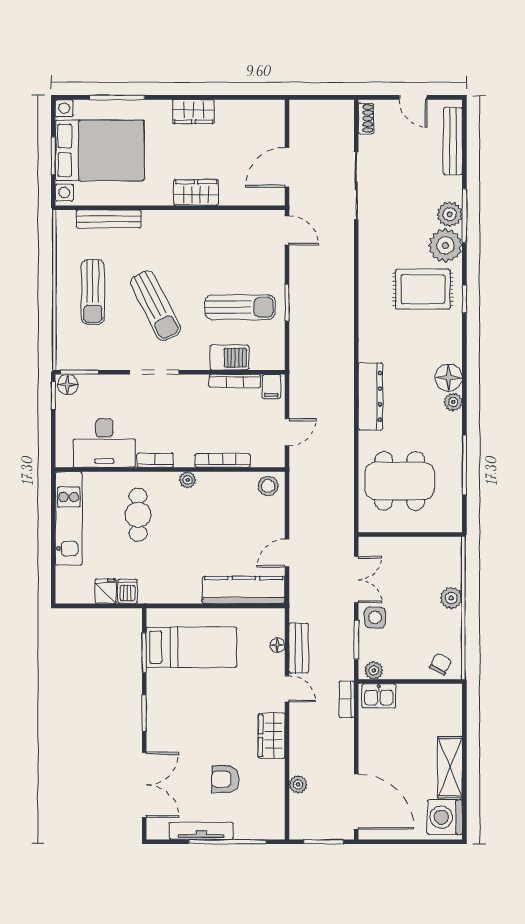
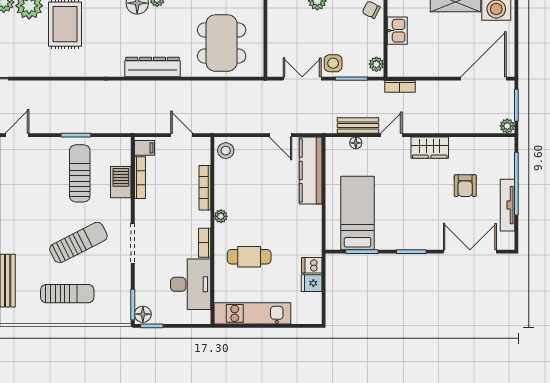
kitchen sink: (379, 696) -> (397, 31), moved
plant: (298, 784) -> (507, 126), moved

